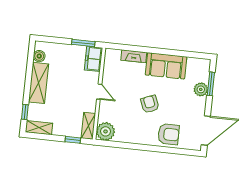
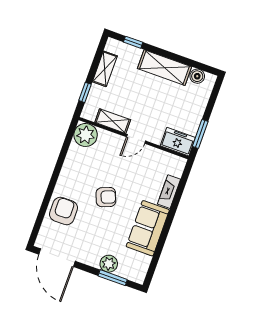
shelving: (88, 126) -> (113, 121), moved
shelving: (39, 128) -> (105, 69), moved
armchair: (168, 134) -> (64, 211), turned 180

